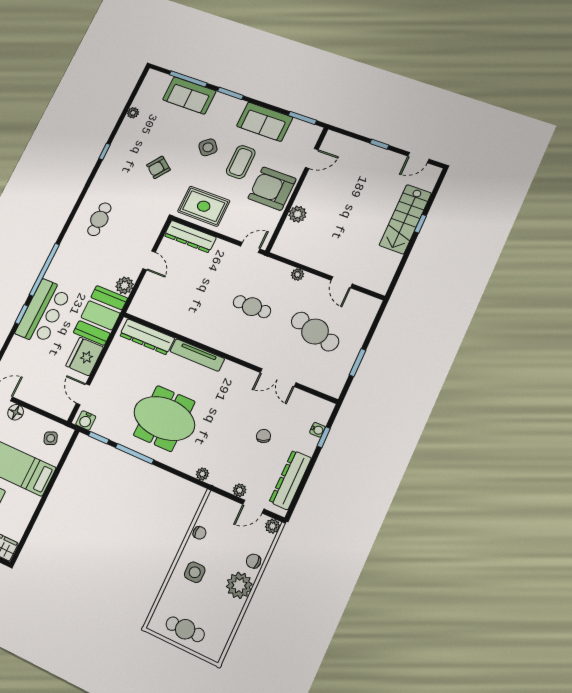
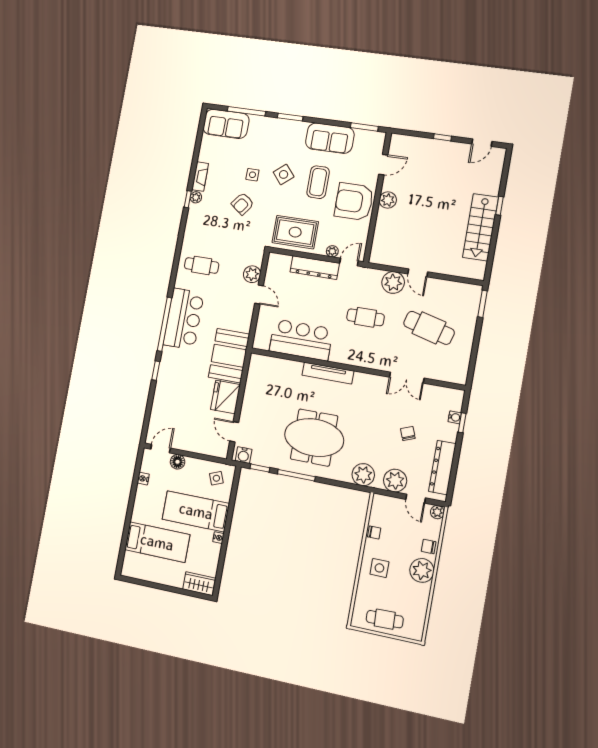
sofa: (189, 95) -> (226, 124), moved
plant: (133, 113) -> (196, 197), moved
fireplace: (124, 132) -> (200, 177), added
side table: (177, 141) -> (252, 175), added
plant: (298, 214) -> (388, 200), moved
cafe table: (99, 219) -> (202, 265), turned 90
stairs: (405, 219) -> (481, 227), moved
plant: (236, 233) -> (332, 251), added
dresser: (190, 237) -> (315, 268), moved
plant: (297, 275) -> (393, 282), width x1.87, depth x1.87
door: (342, 282) -> (418, 273), moved
plant: (125, 285) -> (252, 274), moved
bar counter: (43, 312) -> (184, 319), moved
bar counter: (179, 315) -> (301, 340), added
dresser: (147, 337) -> (277, 366), removed
window: (358, 363) -> (483, 304), moved
plant: (202, 474) -> (363, 475), width x1.88, depth x1.88
plant: (240, 490) -> (395, 481), width x1.88, depth x1.88
nightstand: (34, 501) -> (218, 538), added
door: (253, 507) -> (416, 499), hinge flipped

